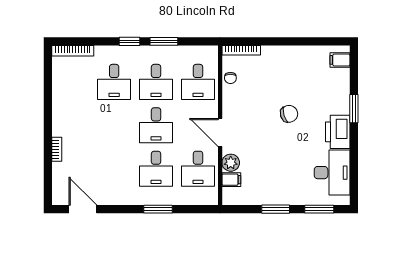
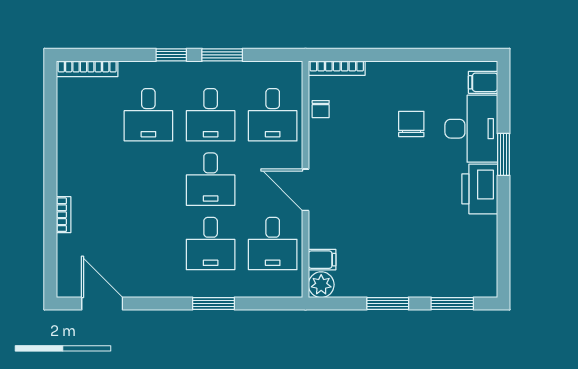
chair: (289, 114) -> (411, 124), moved, turned -73
plant: (231, 163) -> (321, 285), moved
desk: (332, 173) -> (471, 129), moved

